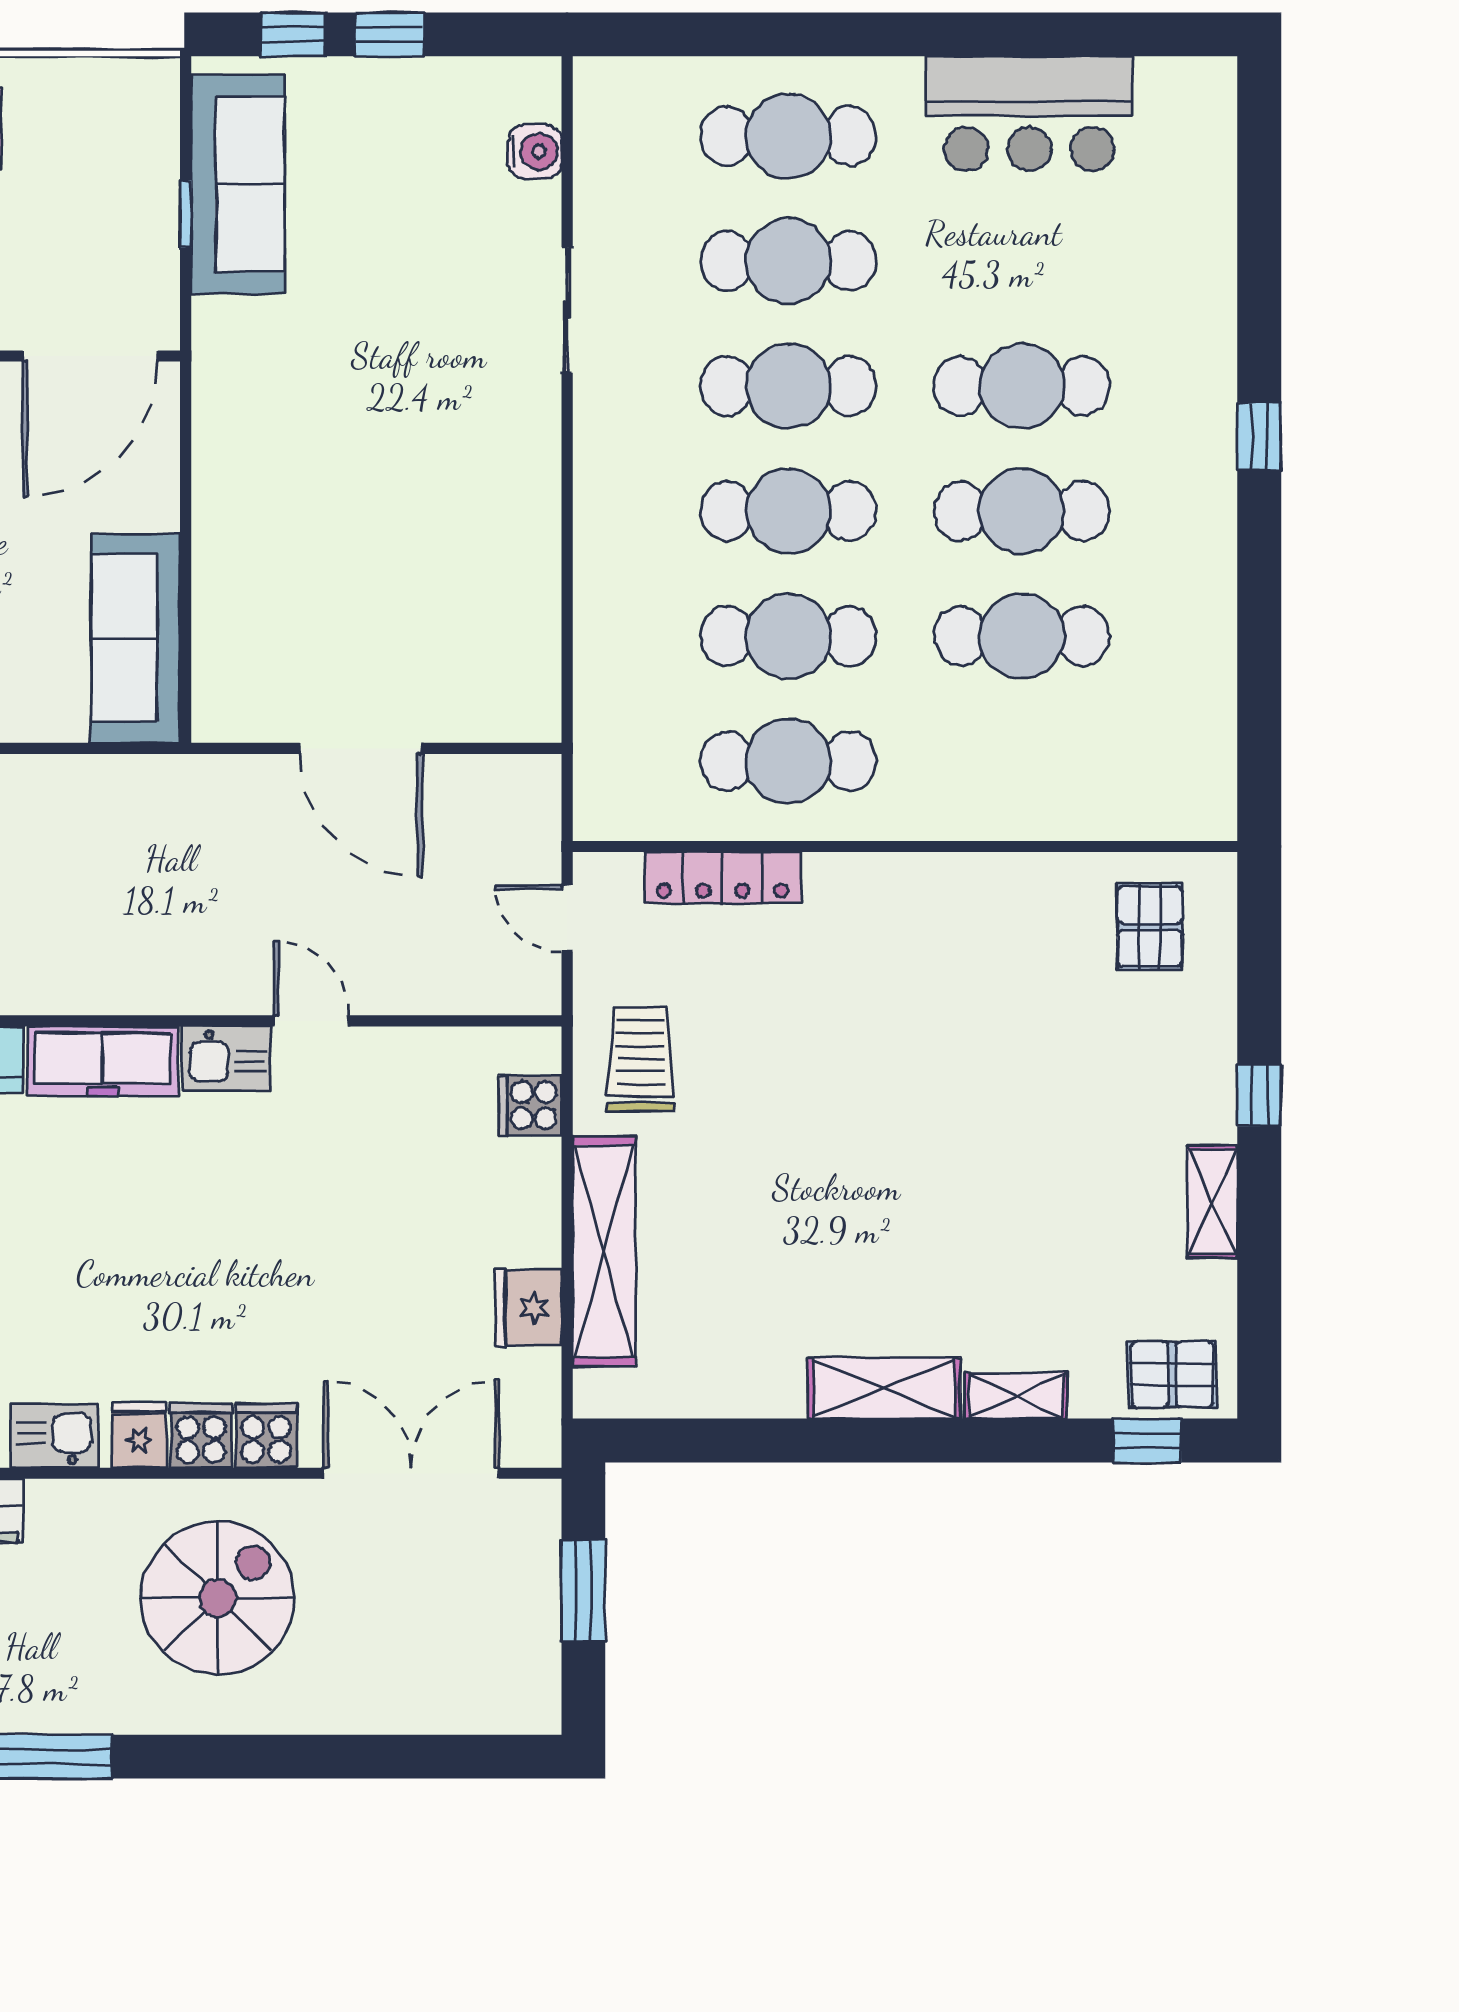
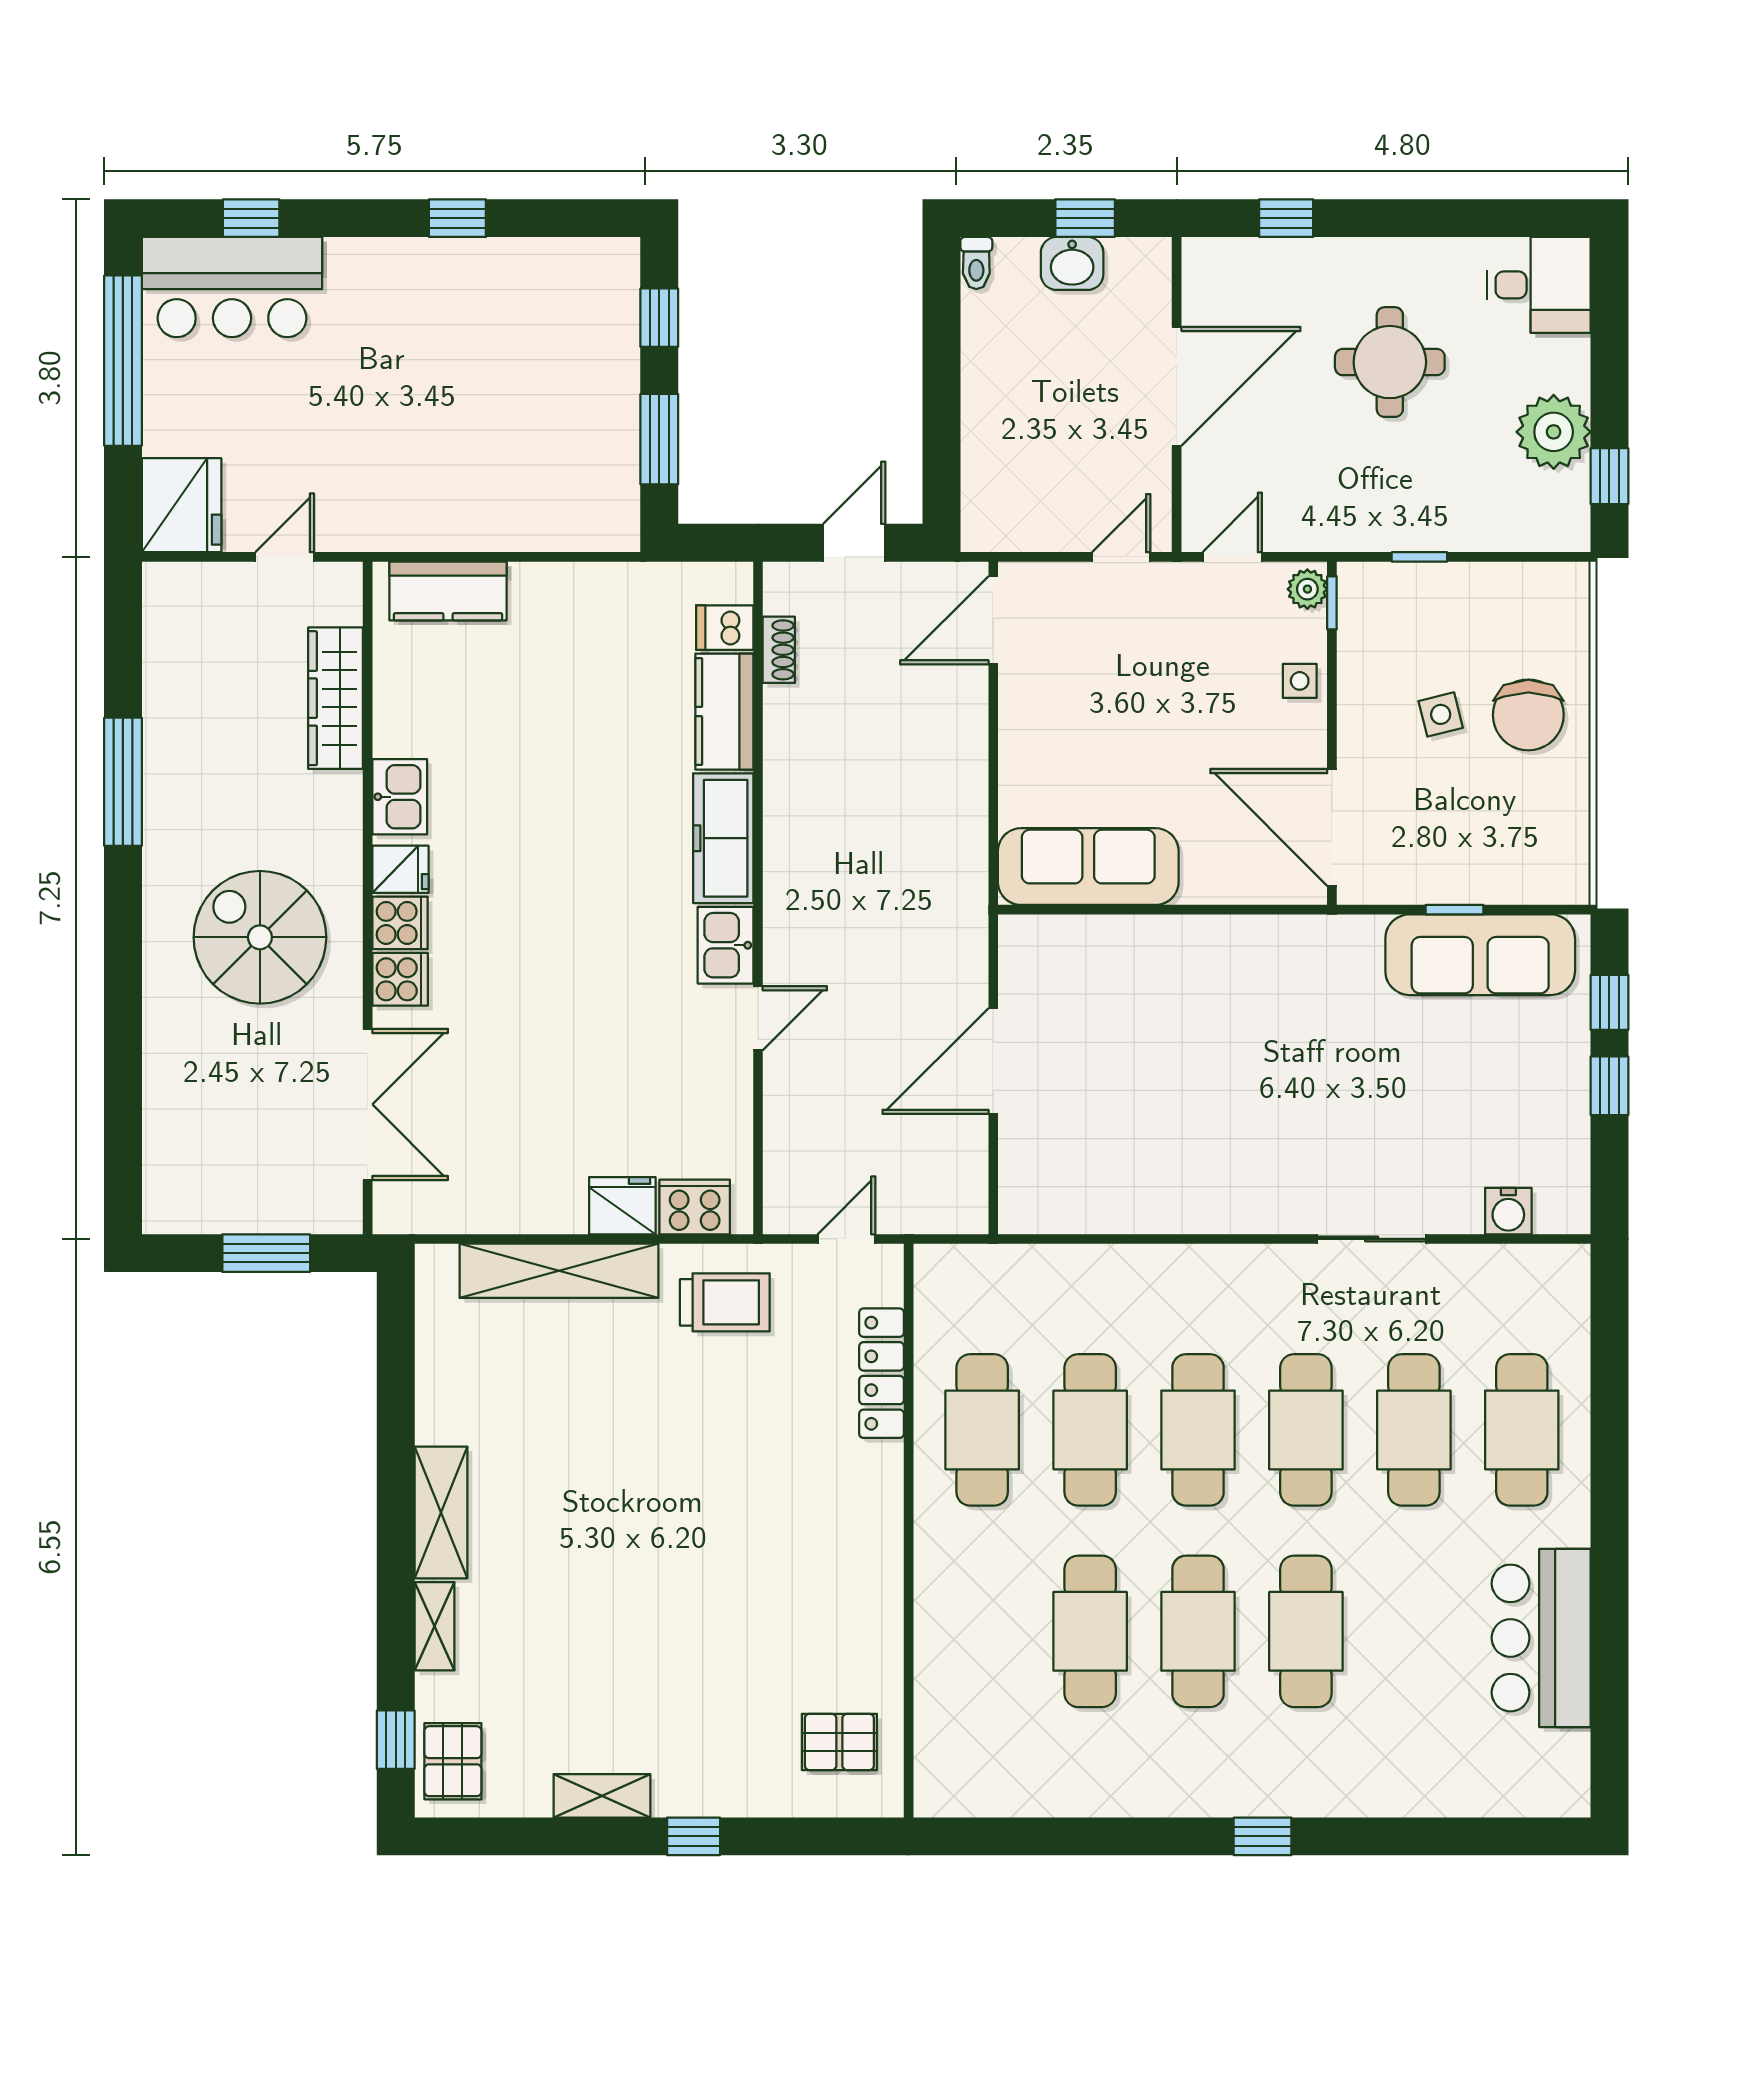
cooker: (530, 1105) -> (695, 1207), width x1.36
fridge: (528, 1308) -> (622, 1206), moved
spiral stairs: (218, 1598) -> (260, 937), turned 180

